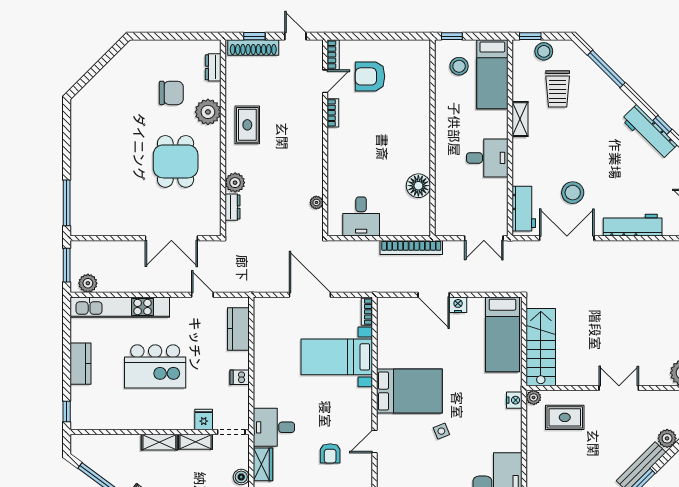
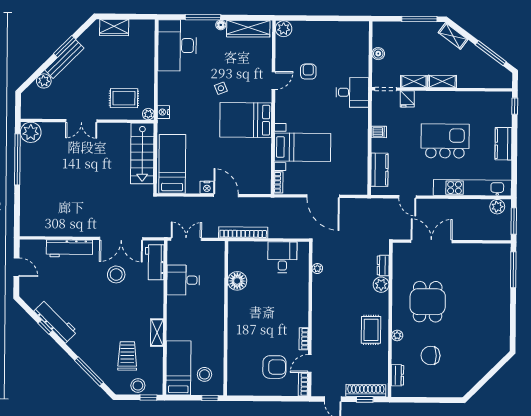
plant: (208, 112) -> (397, 336), width x0.53, depth x0.53
desk: (487, 158) -> (183, 280), moved
wardrobe: (263, 464) -> (361, 63), removed

